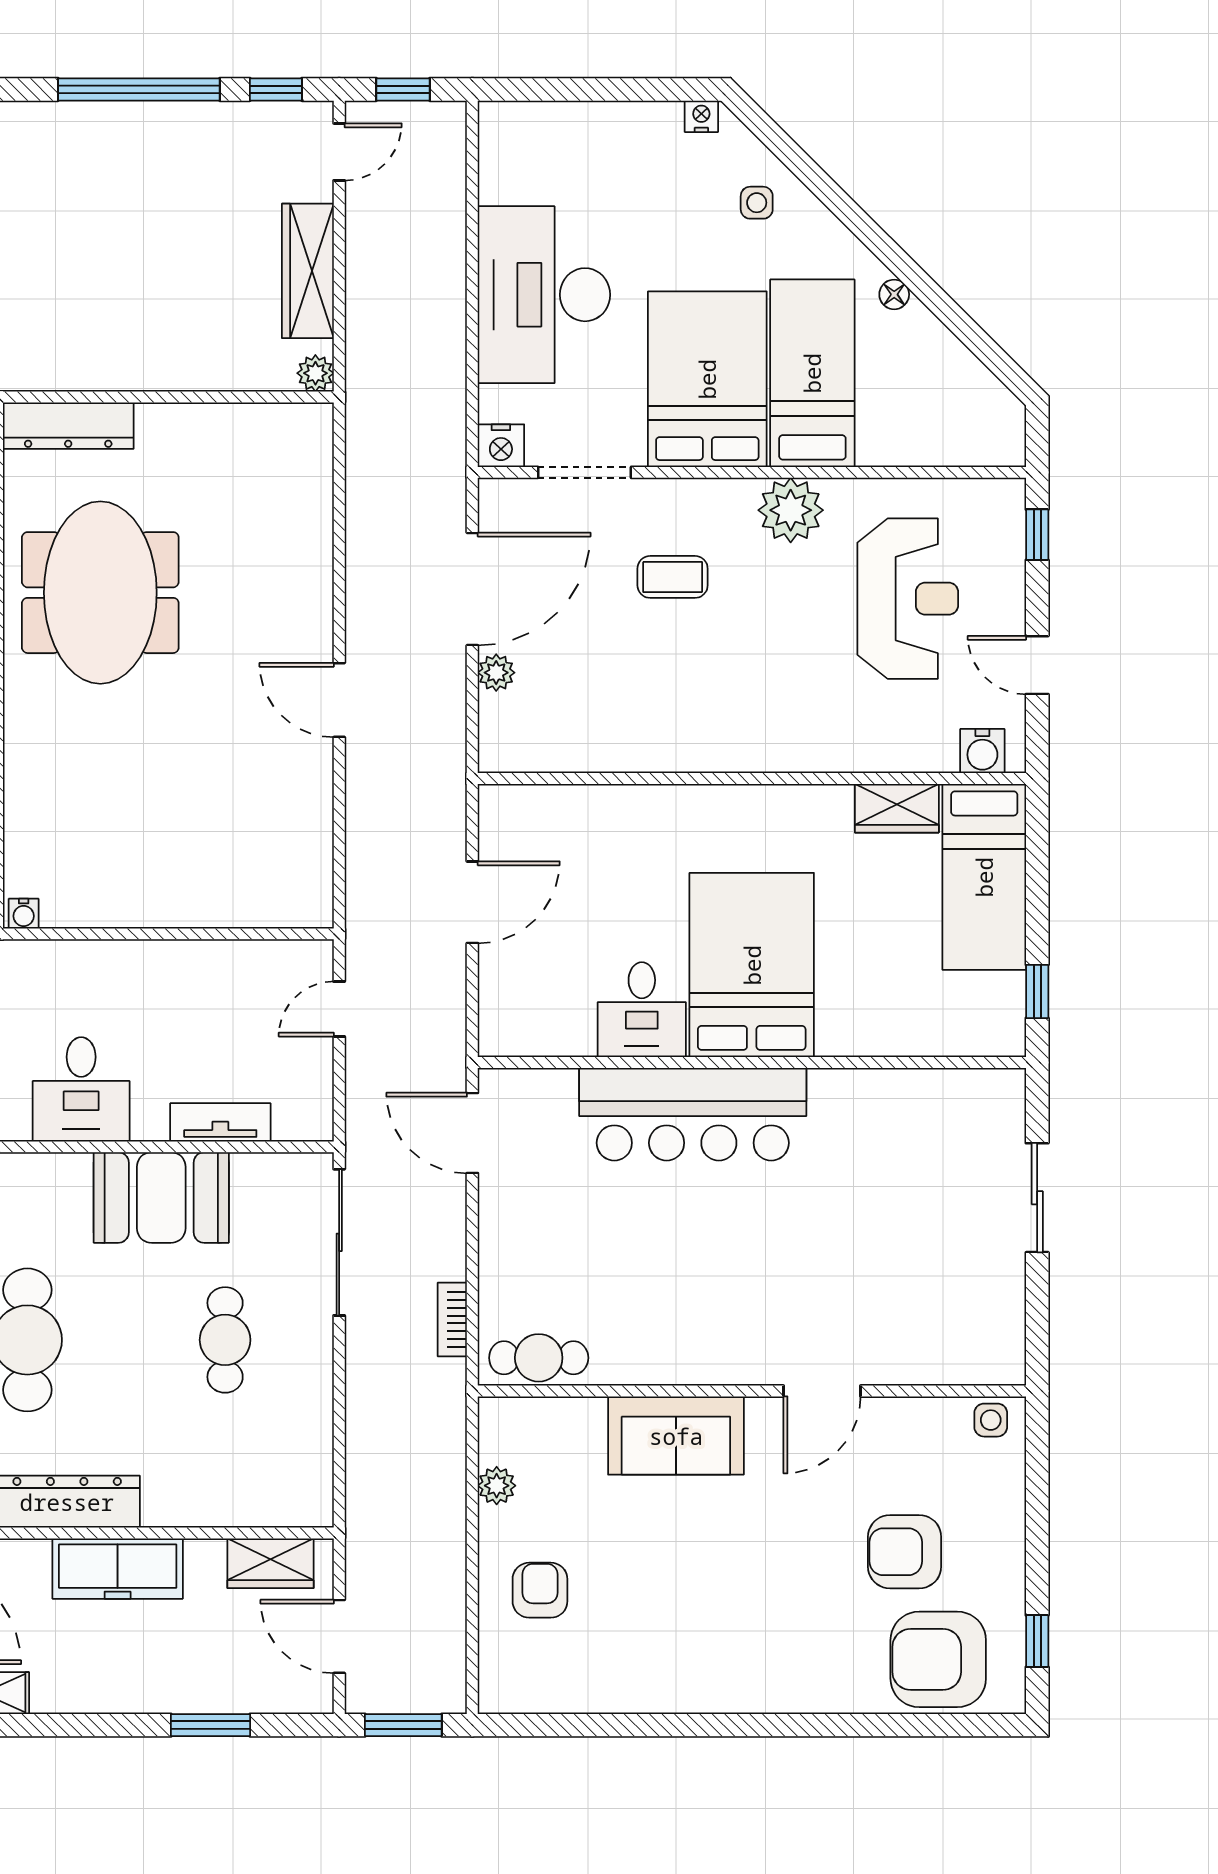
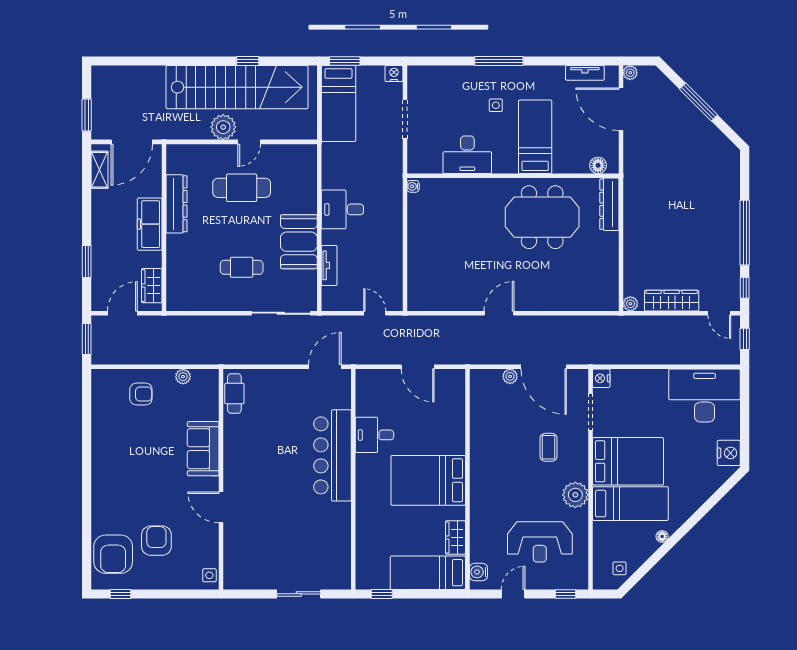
nightstand: (701, 116) -> (729, 453), width x1.89, depth x1.79
side table: (757, 203) -> (620, 568), moved
desk: (544, 295) -> (705, 396), moved
bed: (752, 965) -> (428, 480), moved, turned 180
bookcase: (452, 1320) -> (250, 359), removed
armchair: (938, 1659) -> (113, 554), turned 180

